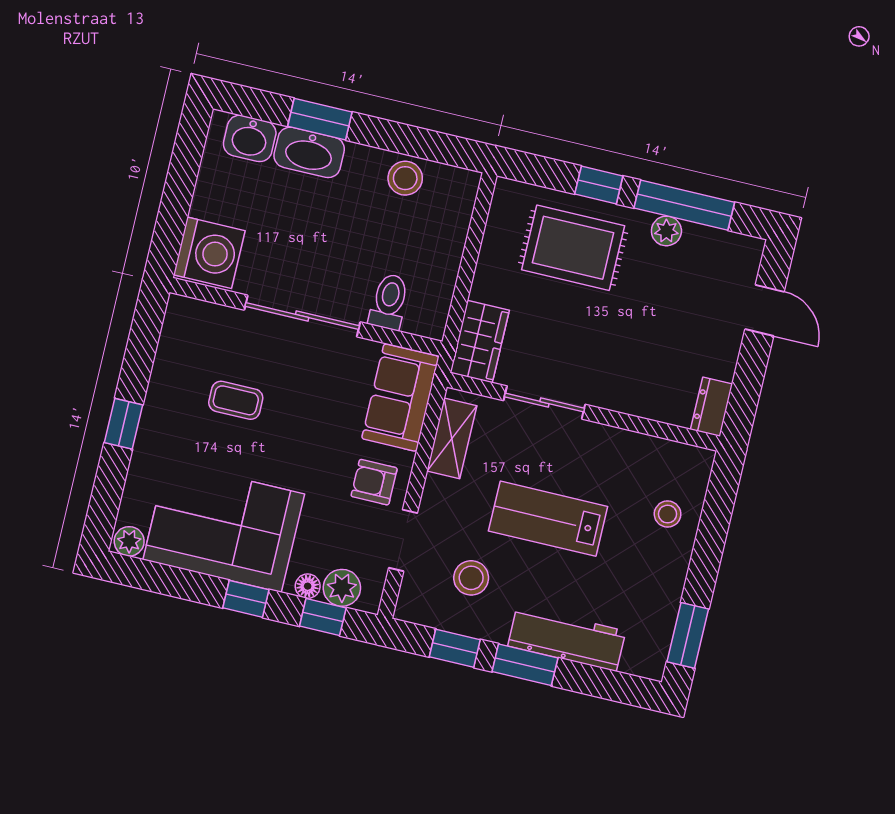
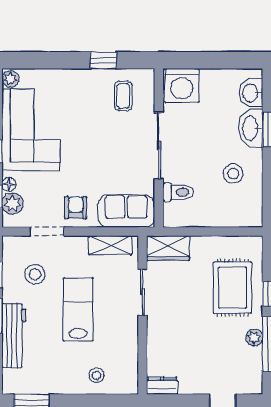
stool: (405, 178) -> (233, 174), moved
coffee table: (236, 400) -> (123, 96), moved
window: (124, 424) -> (103, 60), moved

